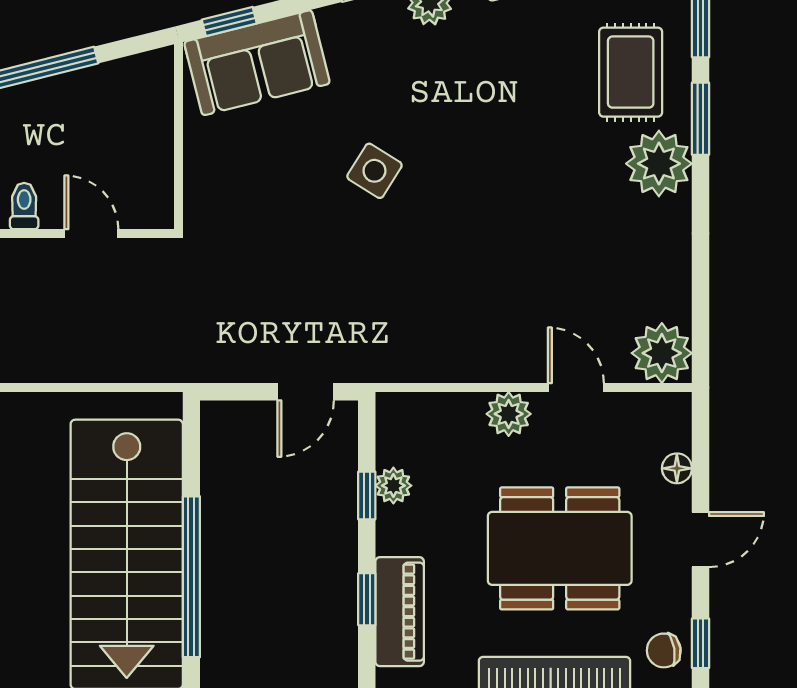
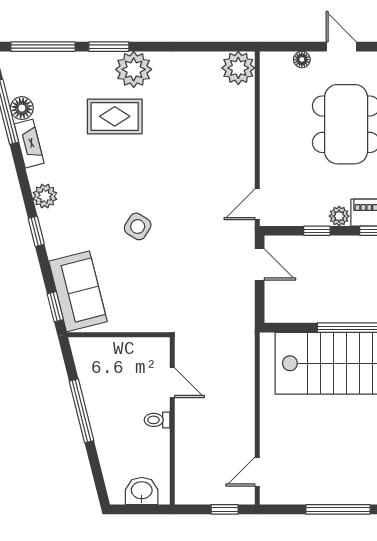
rug: (631, 72) -> (115, 116), moved
door: (91, 233) -> (172, 383), swing flipped
door: (576, 388) -> (257, 204), moved
plant: (509, 414) -> (272, 152), removed
plant: (393, 486) -> (339, 216), moved

